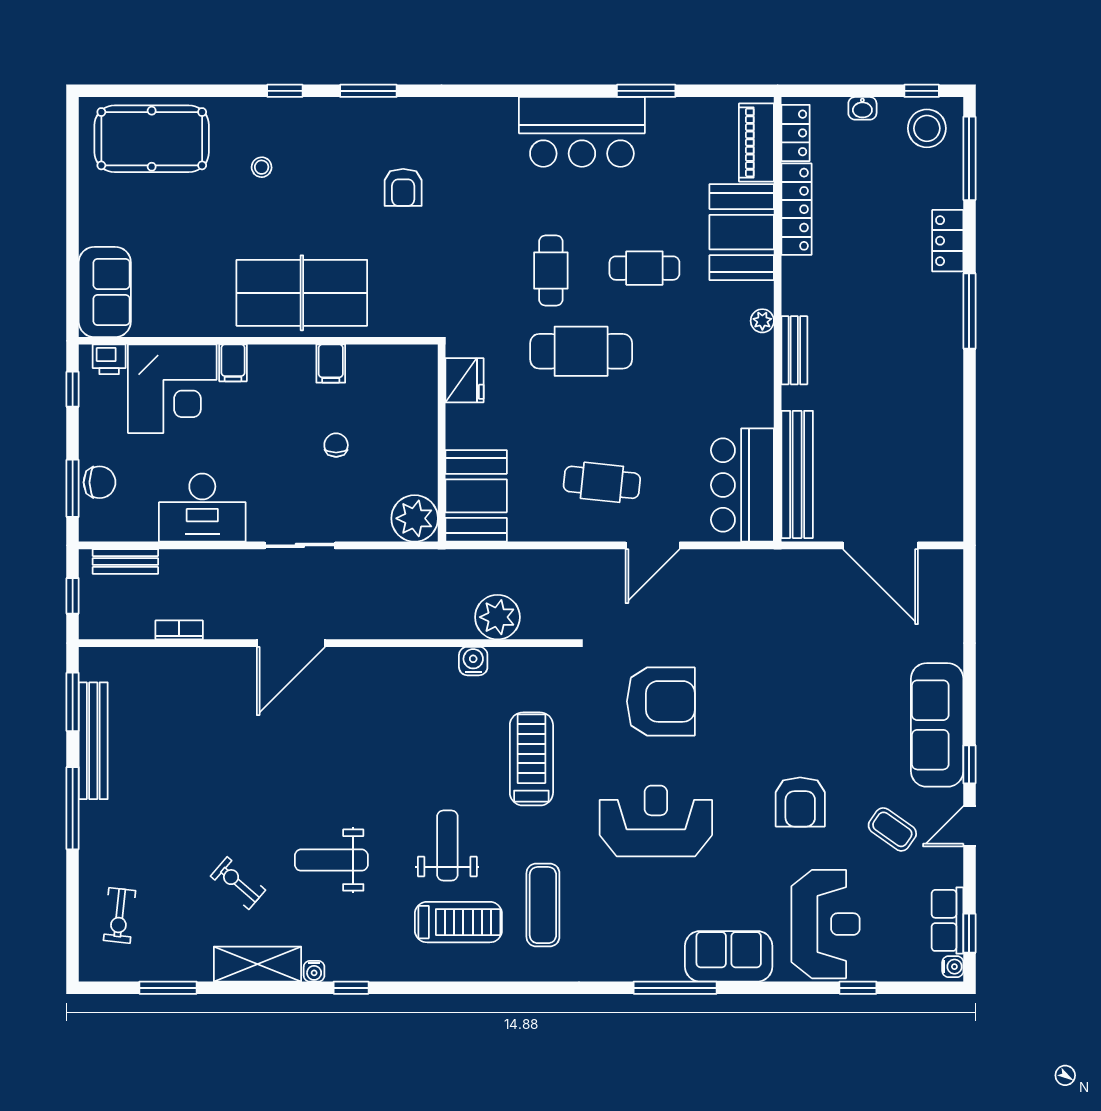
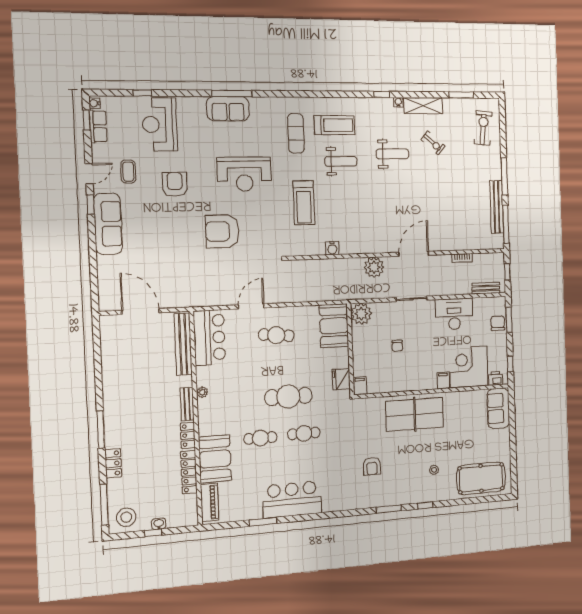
window: (922, 91) -> (153, 533), moved
locker: (795, 133) -> (188, 435), moved
armchair: (403, 187) -> (372, 466), turned 180
cafe table: (551, 271) -> (304, 433), turned 90
plant: (762, 321) -> (202, 392), moved
filing cabinet: (331, 364) -> (360, 386), moved
chair: (100, 482) -> (498, 323), turned 90
plant: (497, 617) -> (374, 267), moved
armchair: (661, 701) -> (222, 231), moved
window: (73, 702) -> (506, 224), width x1.44
coffee table: (892, 829) -> (128, 172), turned 55
weight bench: (447, 846) -> (341, 161), turned -90
exercise bike: (119, 915) -> (483, 128), width x1.38, depth x1.39
treadmill: (458, 922) -> (334, 125), turned 180
sofa: (729, 956) -> (228, 109), moved

